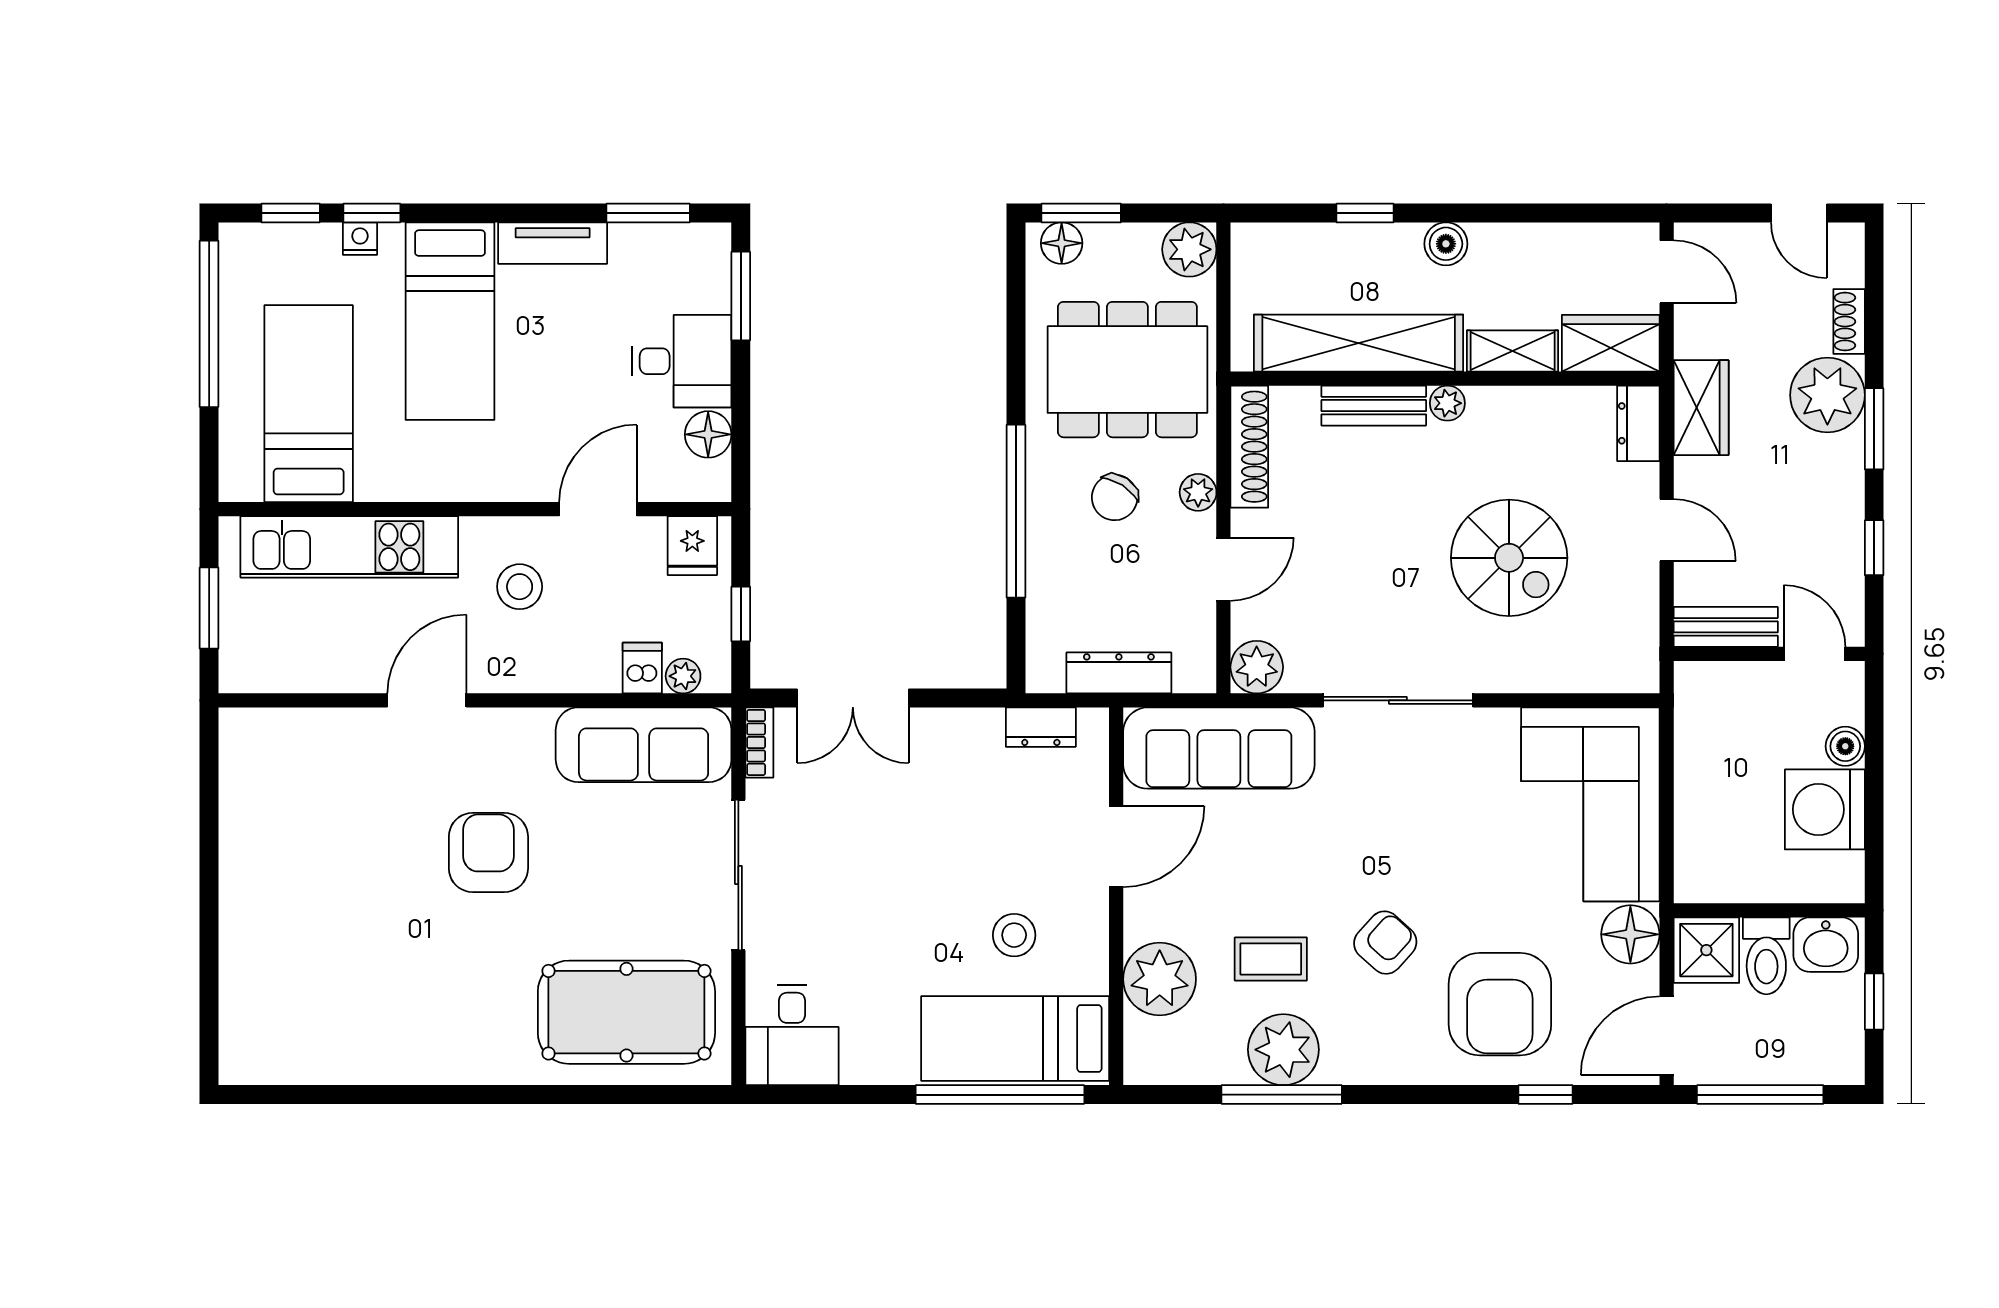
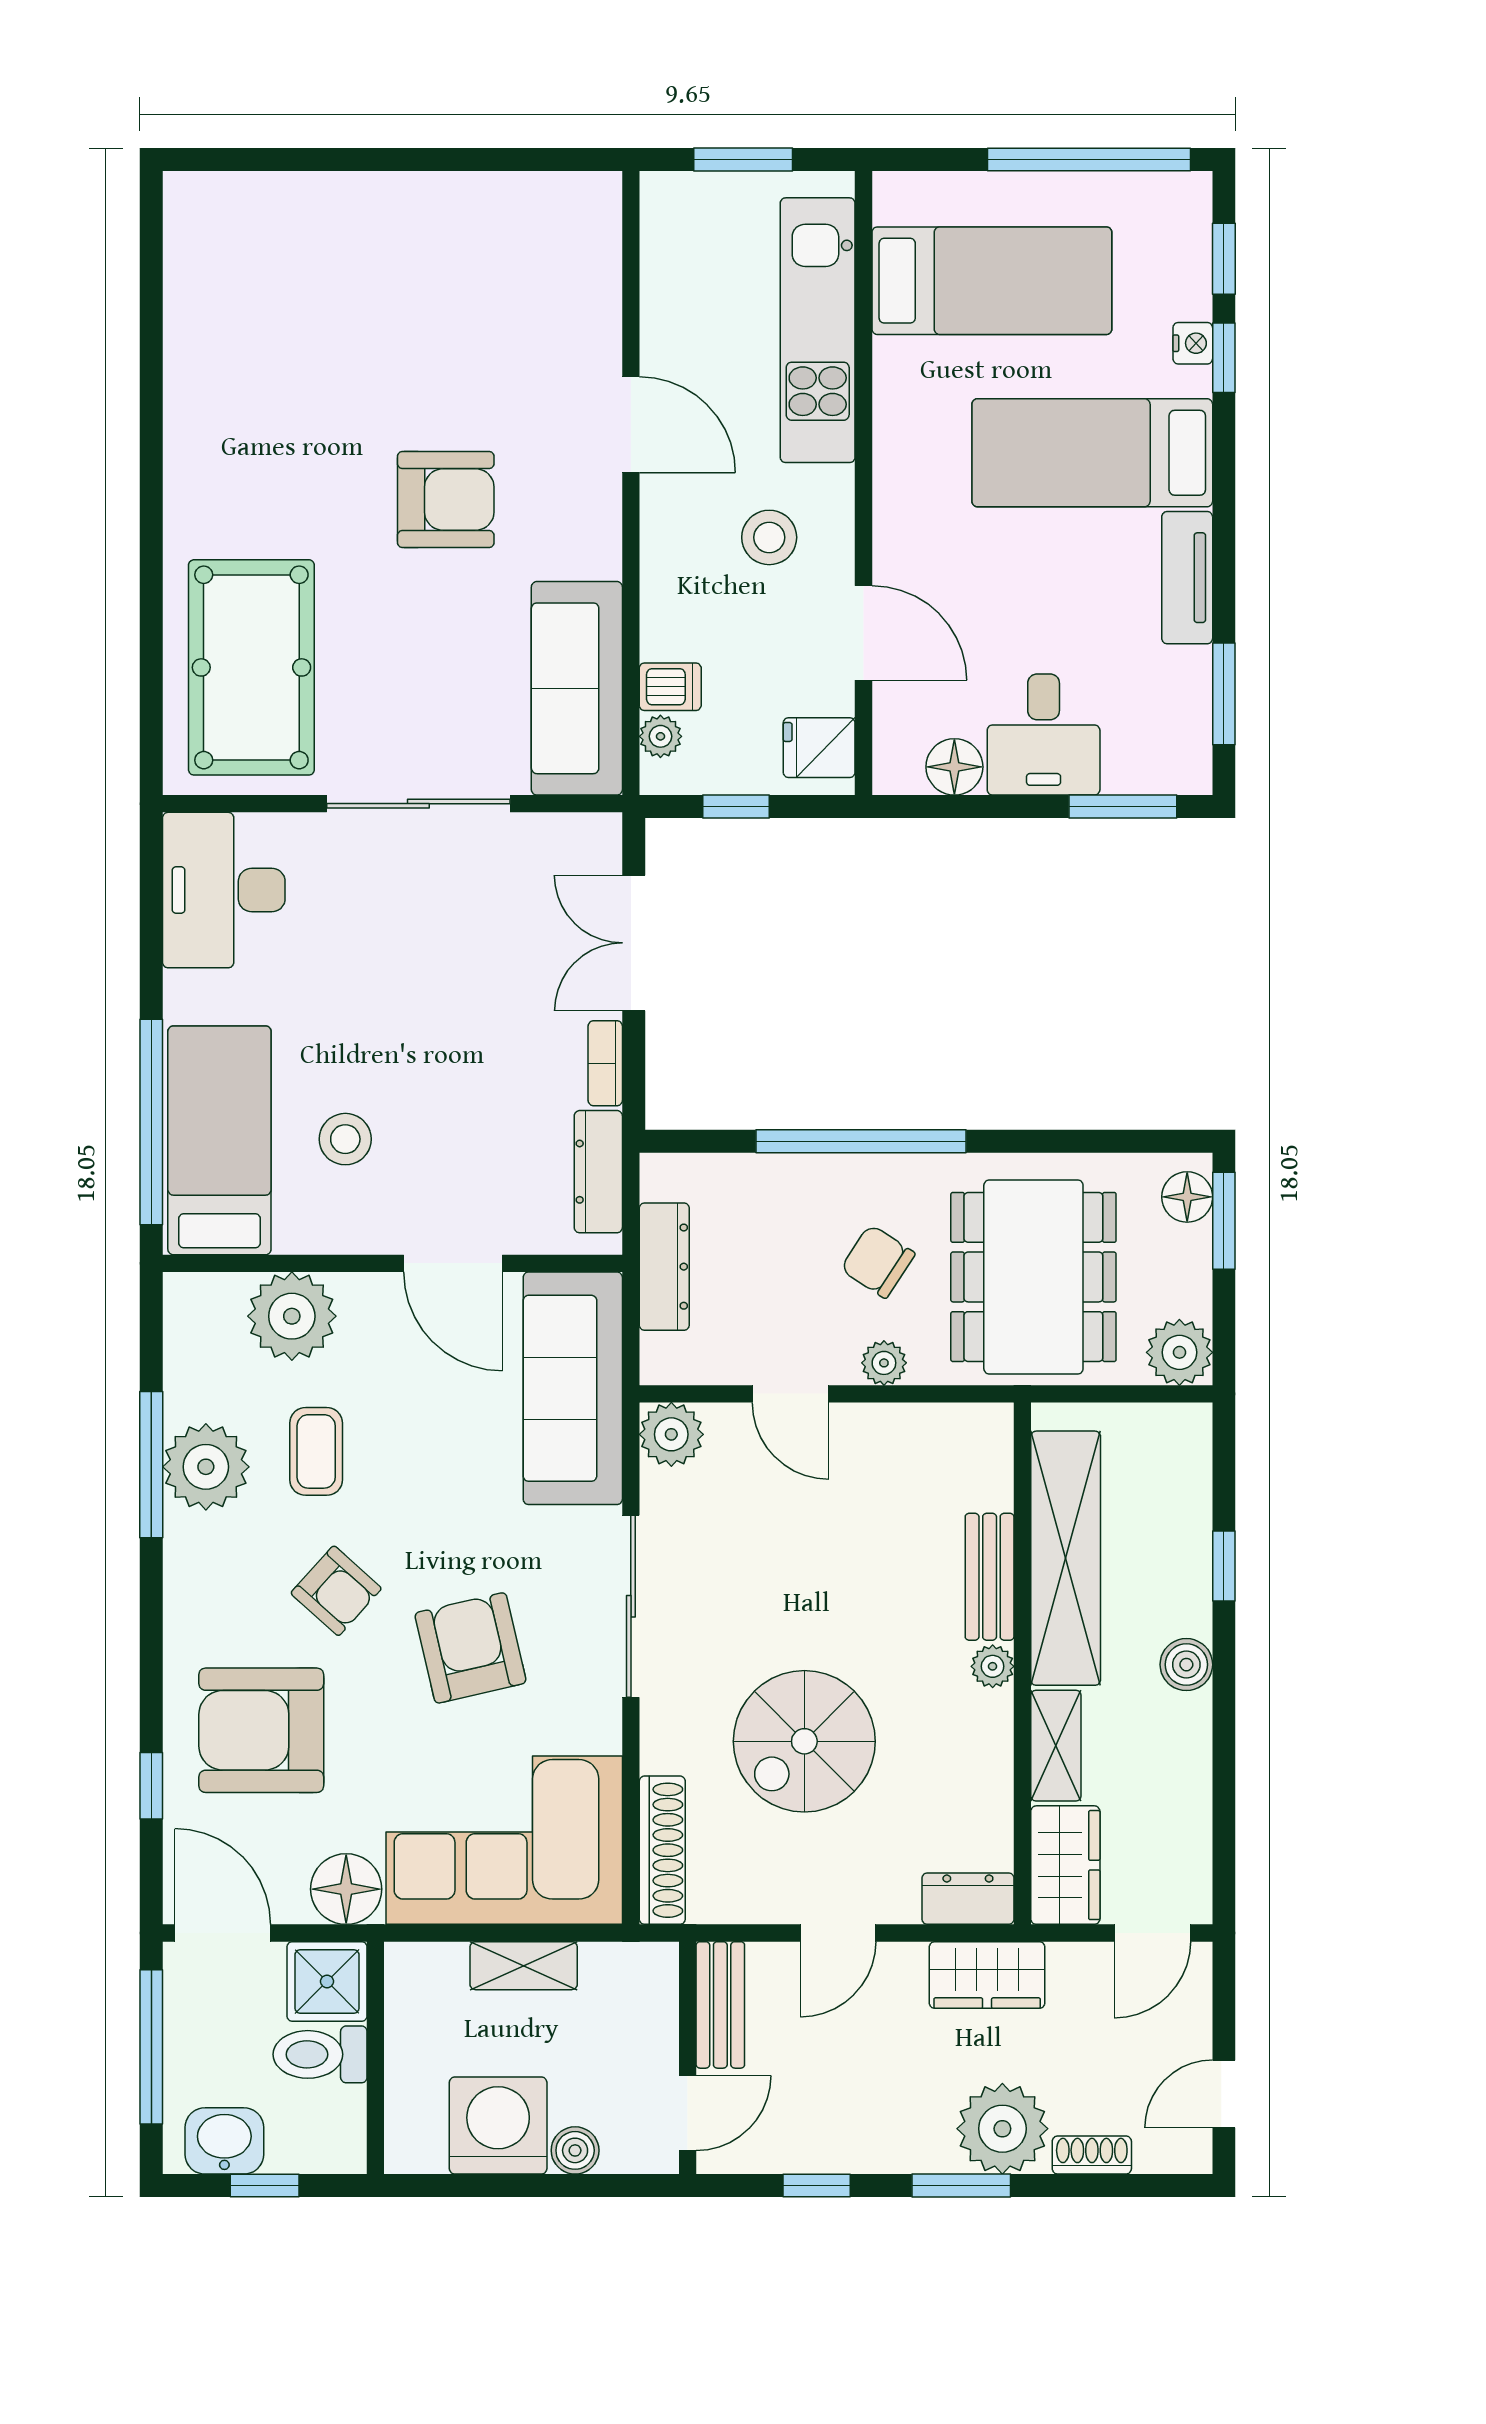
shoe rack: (1249, 447) -> (662, 1850), moved, turned -90
dresser: (1041, 727) -> (598, 1172), width x1.44
bookcase: (759, 742) -> (605, 1063), moved, turned 90
shelving: (1693, 789) -> (524, 1966), added
armchair: (1432, 832) -> (471, 1648), added
washbasin: (1826, 945) -> (224, 2141), moved, turned 90
desk: (792, 1035) -> (224, 890), width x1.37

